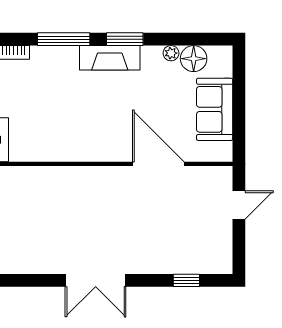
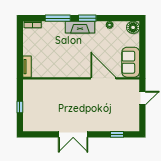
floor lamp: (194, 59) -> (133, 27), moved
sofa: (215, 109) -> (131, 62), moved

